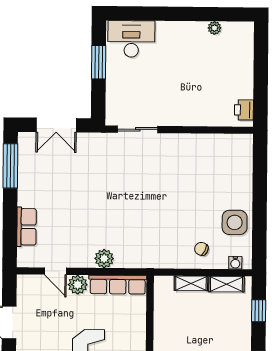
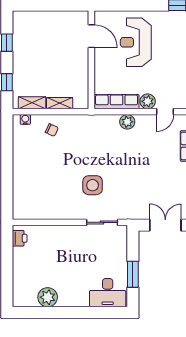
plant: (214, 28) -> (48, 297), width x1.88, depth x1.88
side table: (235, 222) -> (93, 185), moved
door: (55, 271) -> (165, 112), swing flipped

